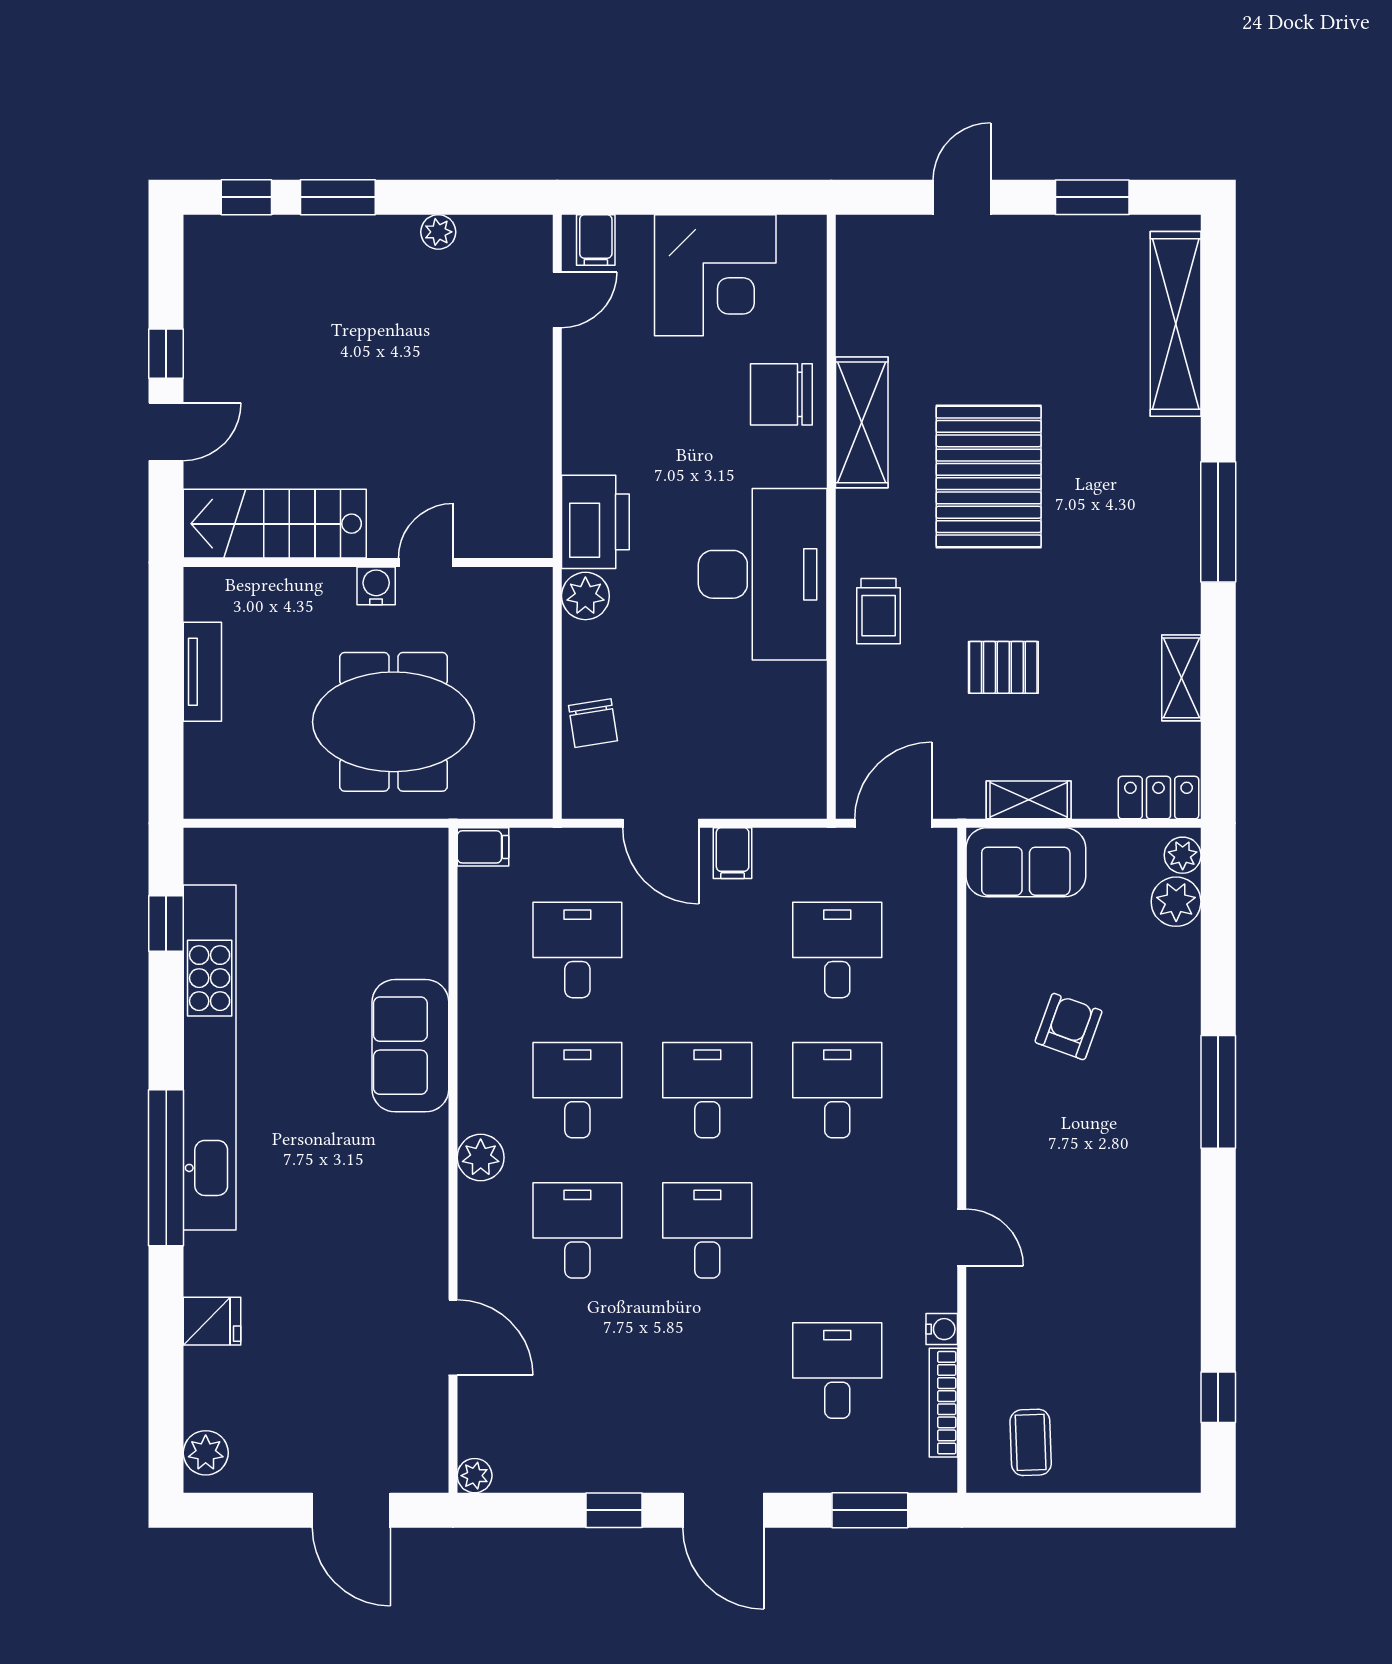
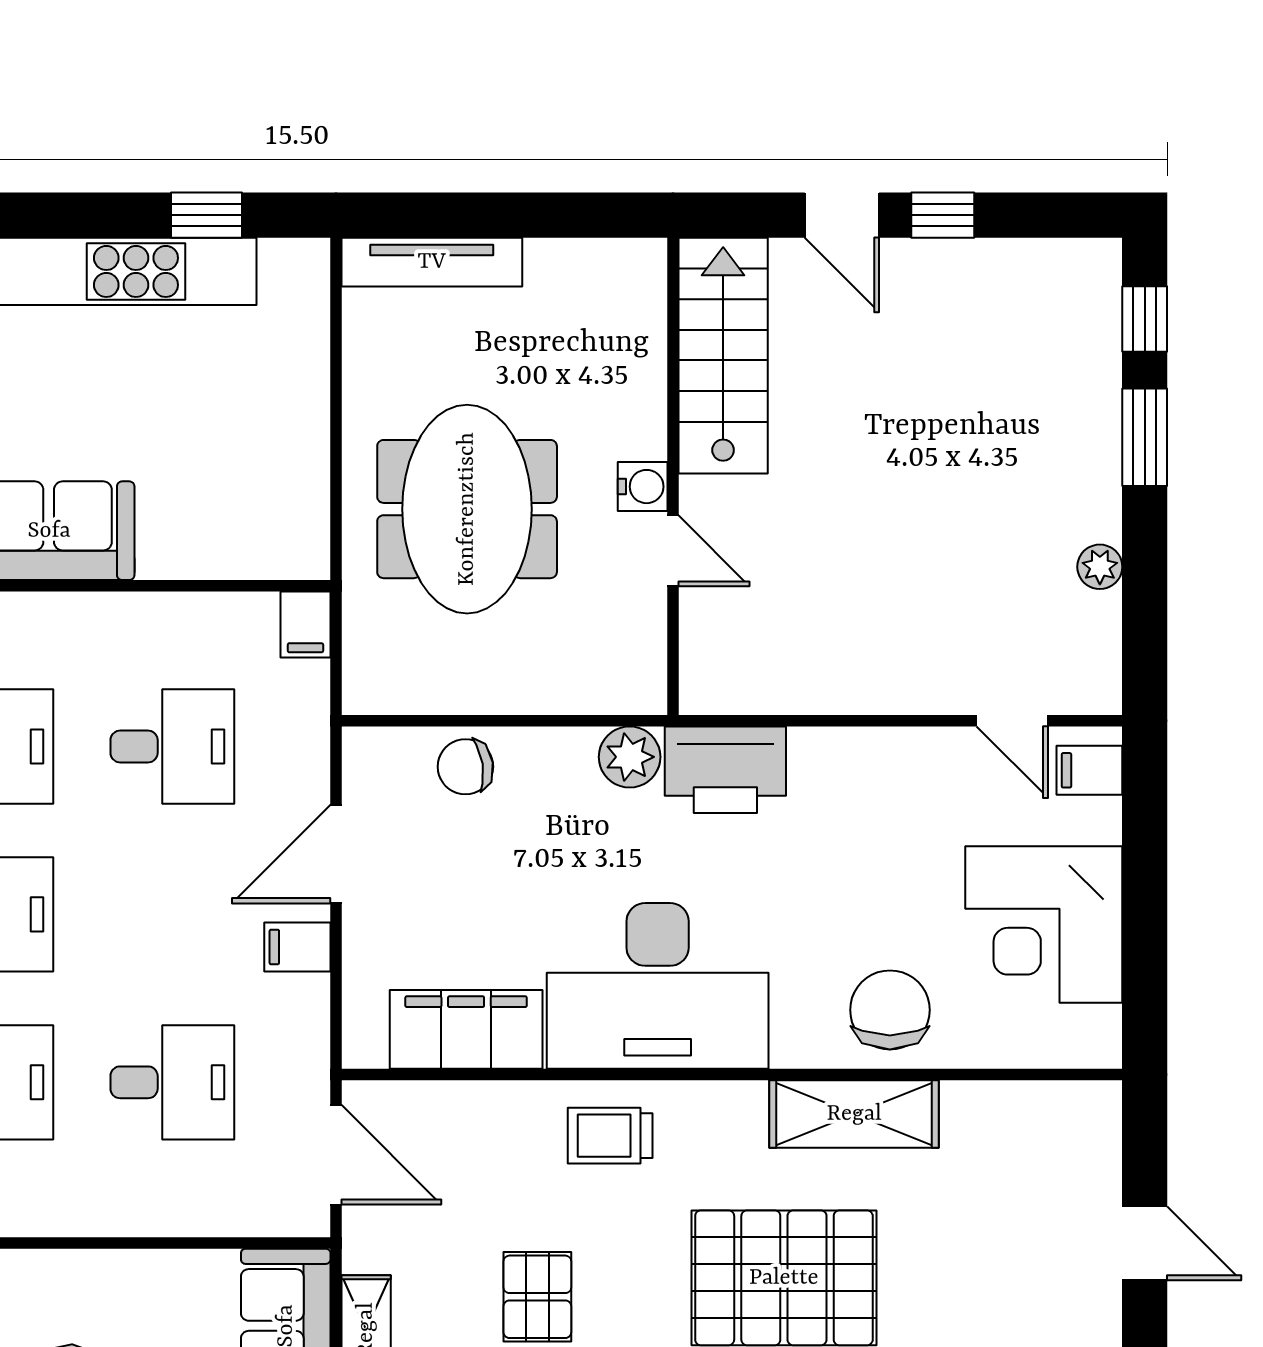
tv unit: (202, 672) -> (432, 262), moved, width x1.41
filing cabinet: (796, 723) -> (466, 1029), added

